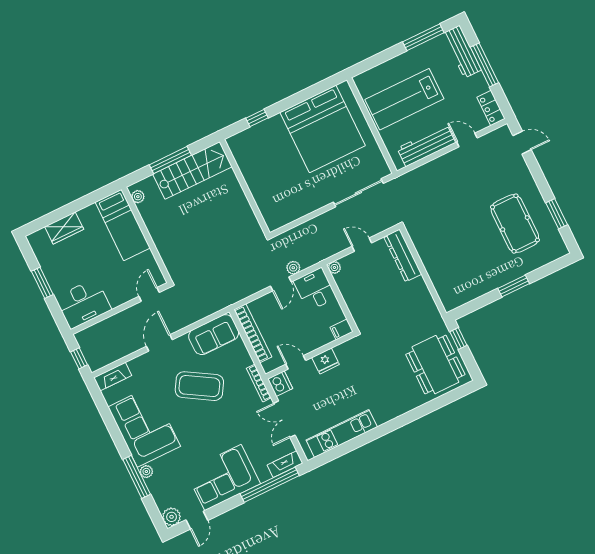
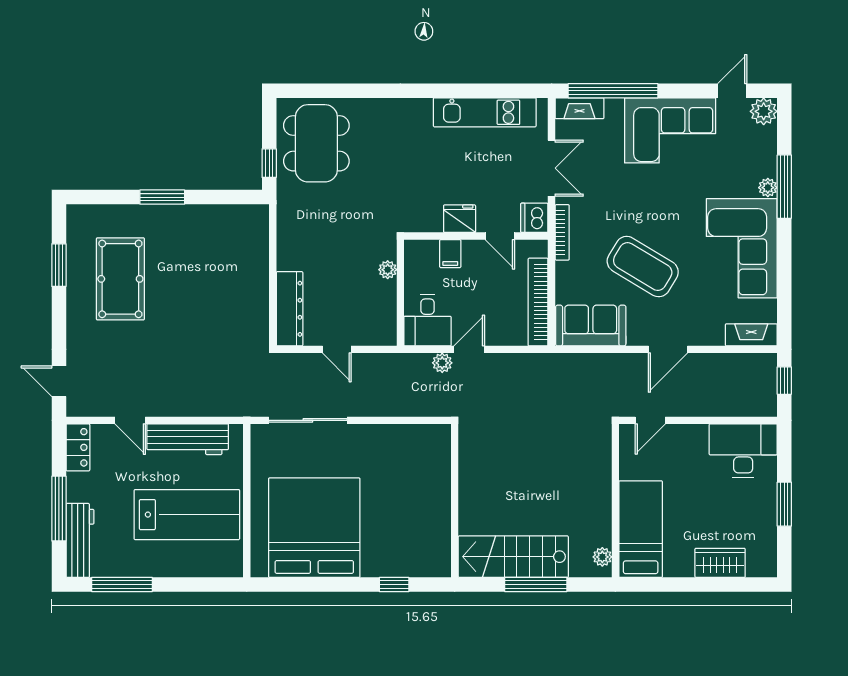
plant: (334, 267) -> (388, 270), moved
filing cabinet: (342, 329) -> (450, 254), moved, turned 90

